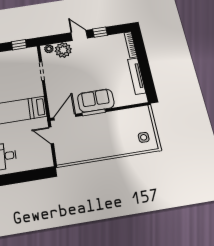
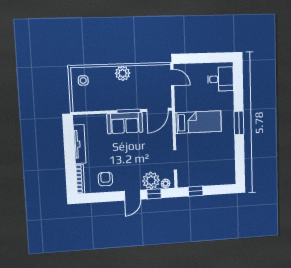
window: (100, 32) -> (154, 194), moved
door: (79, 35) -> (133, 195), hinge flipped
armchair: (107, 47) -> (105, 179), added
door: (51, 135) -> (172, 77), moved
plant: (105, 150) -> (123, 73), added

